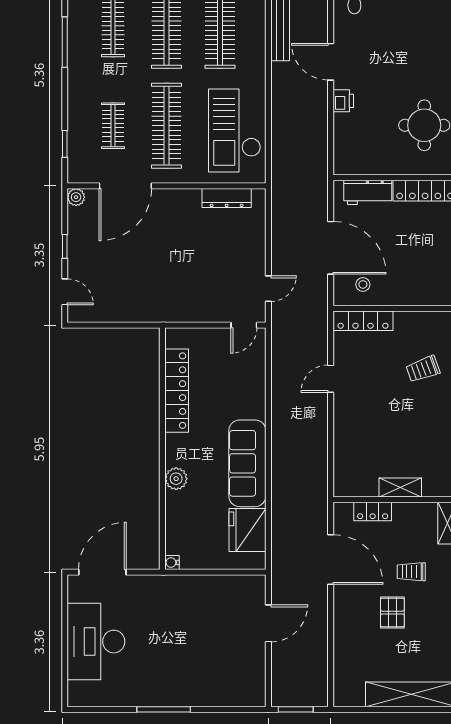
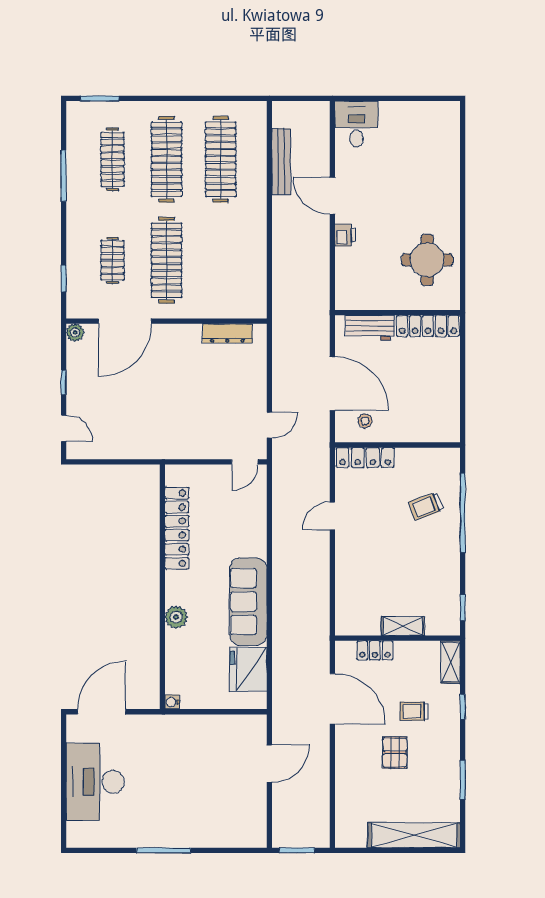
checkout: (235, 130) -> (235, 265), removed

